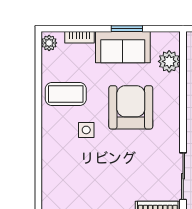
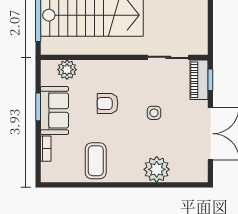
plant: (49, 43) -> (157, 169), moved, width x1.88, depth x1.88
armchair: (131, 107) -> (108, 103), width x0.53, depth x0.53
side table: (86, 130) -> (154, 113), moved

